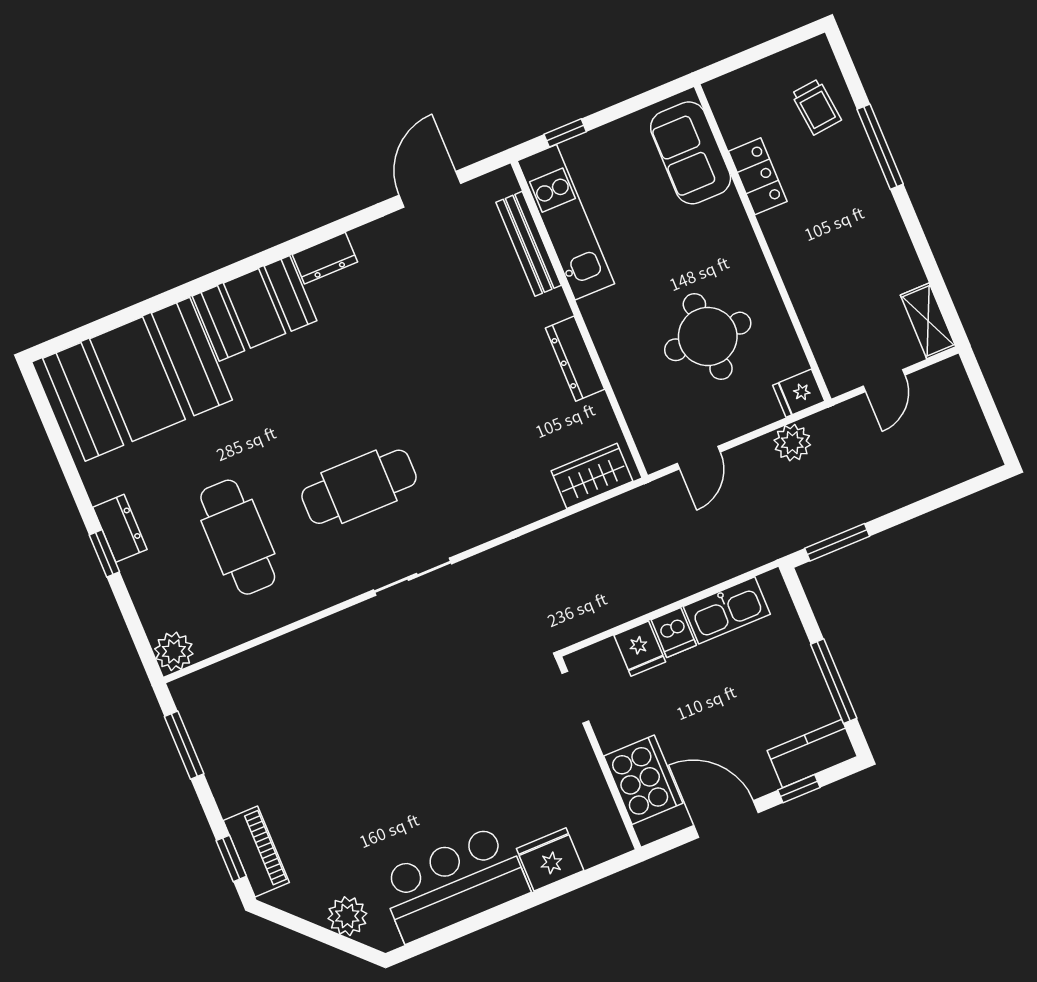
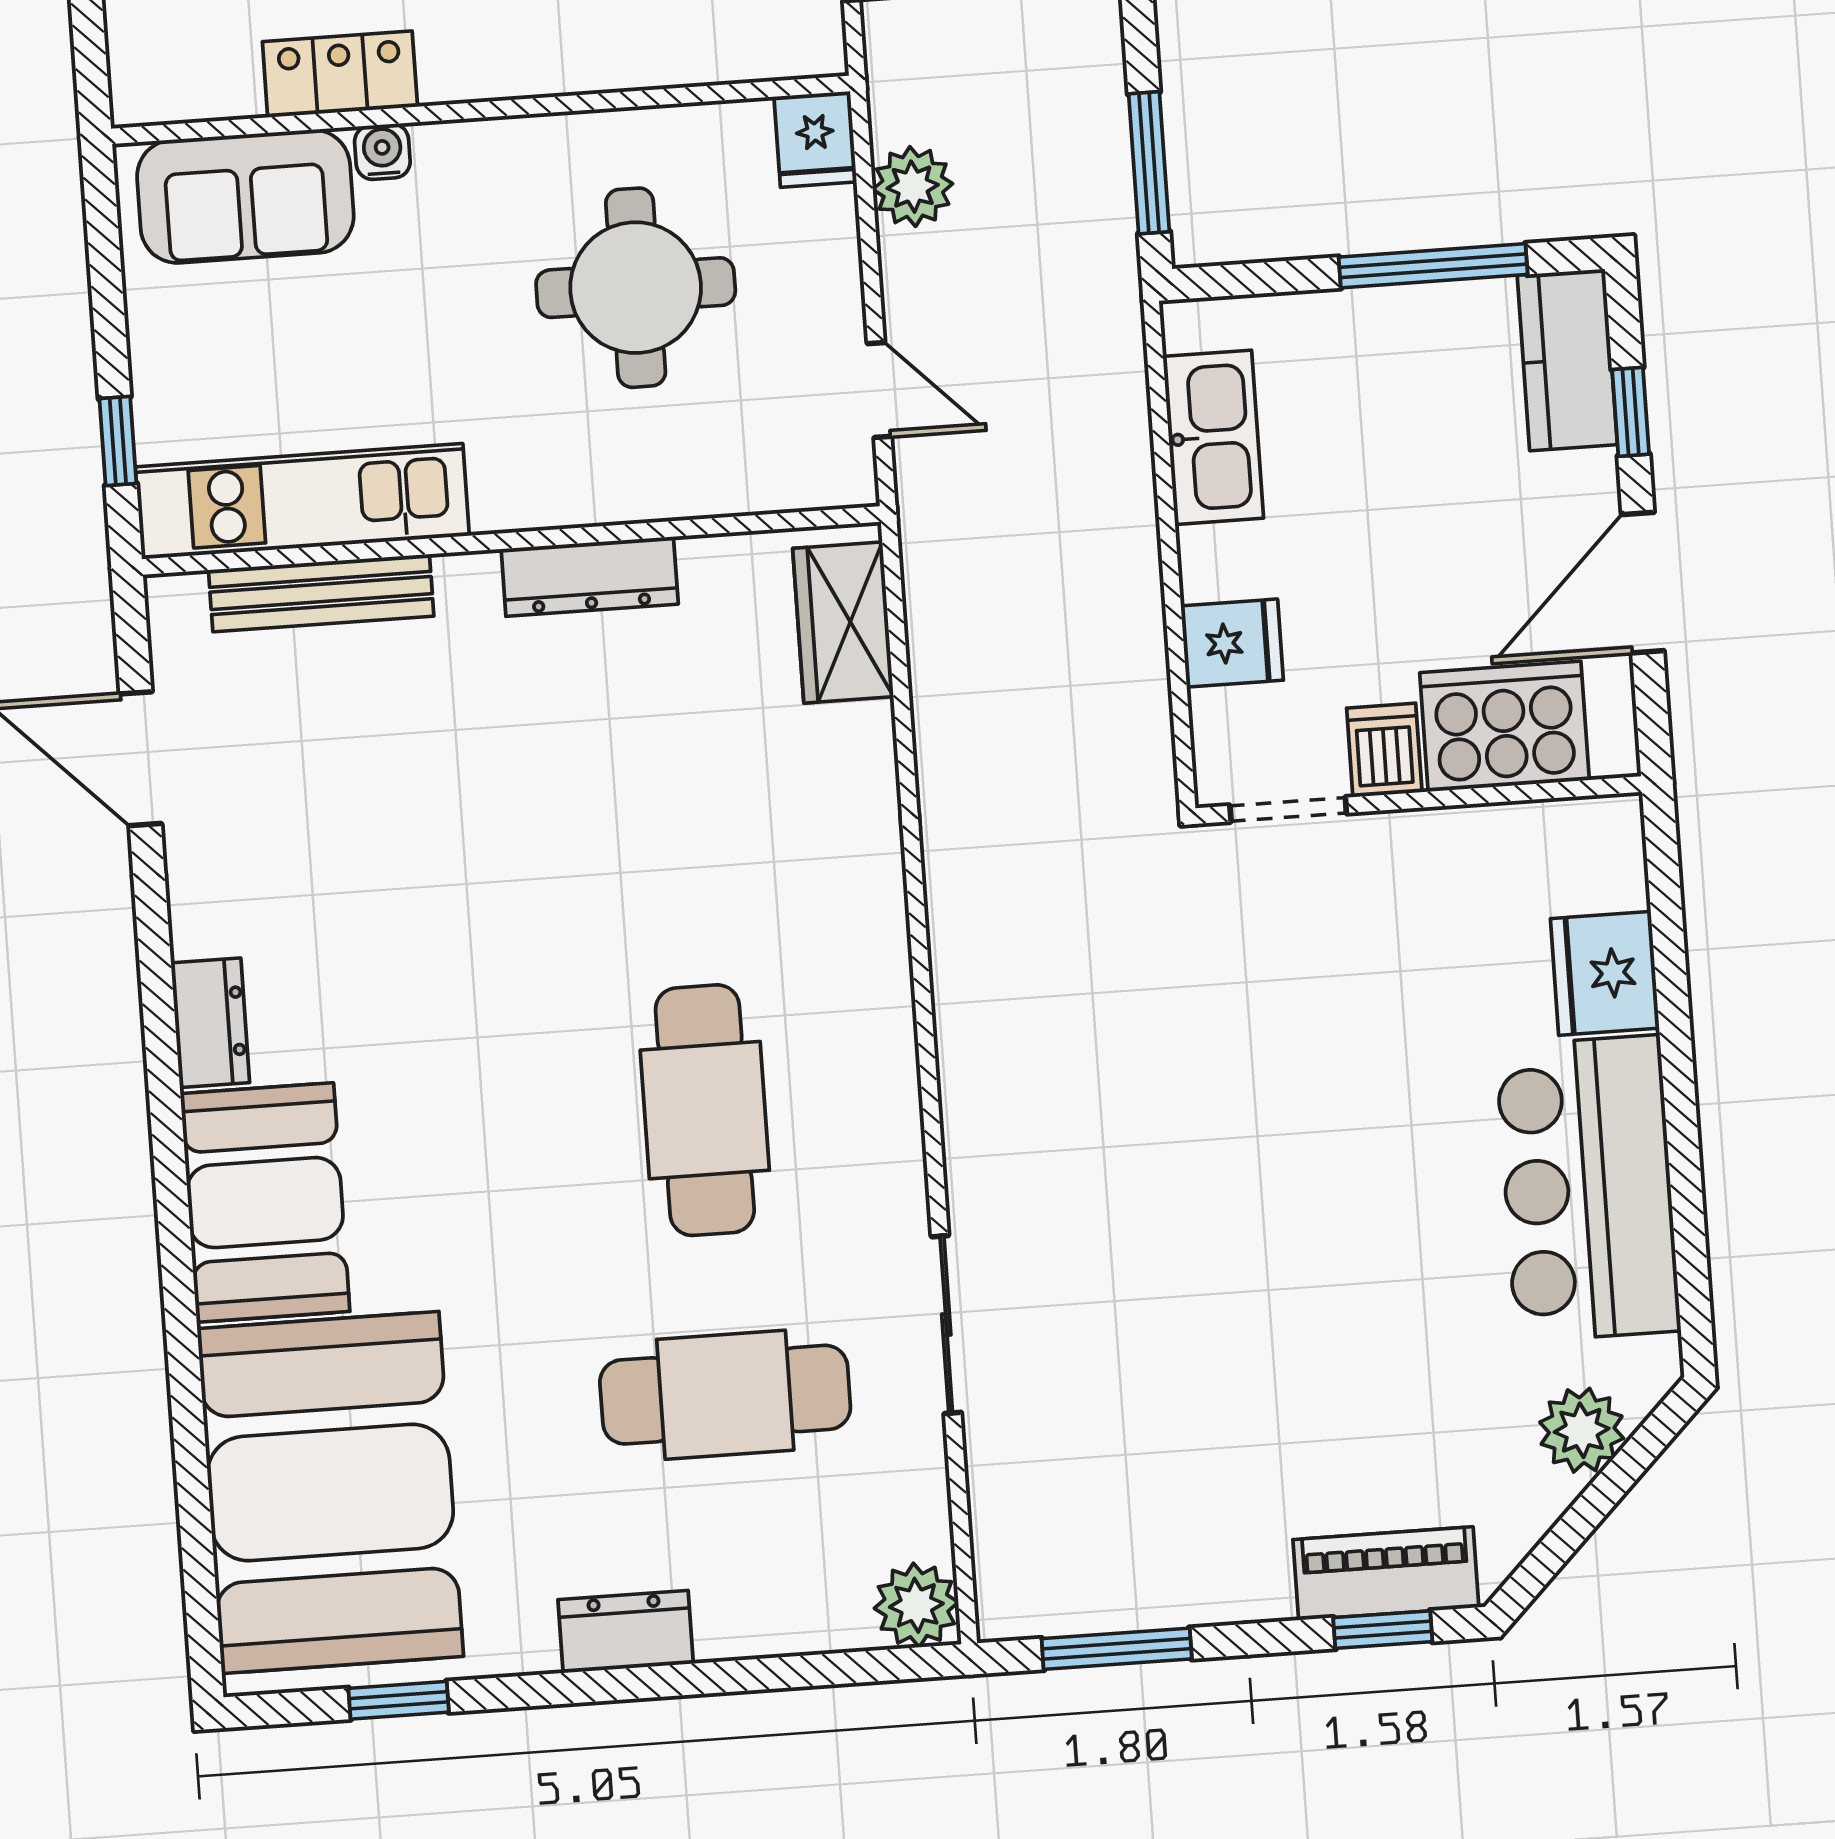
water cooler: (730, 206) -> (382, 152), added
window: (104, 553) -> (399, 1700), moved
sliding door: (413, 577) -> (946, 1325), moved
dishwasher: (674, 633) -> (1384, 750), moved, turned -90

